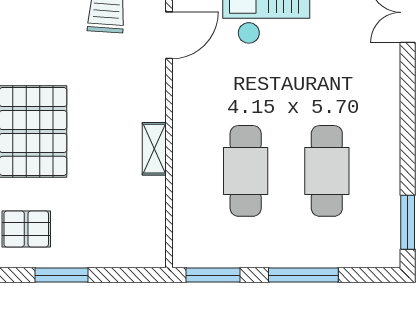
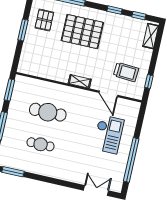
shelving: (154, 149) -> (80, 81), moved
cafe table: (327, 171) -> (41, 144), width x0.73, depth x0.74

